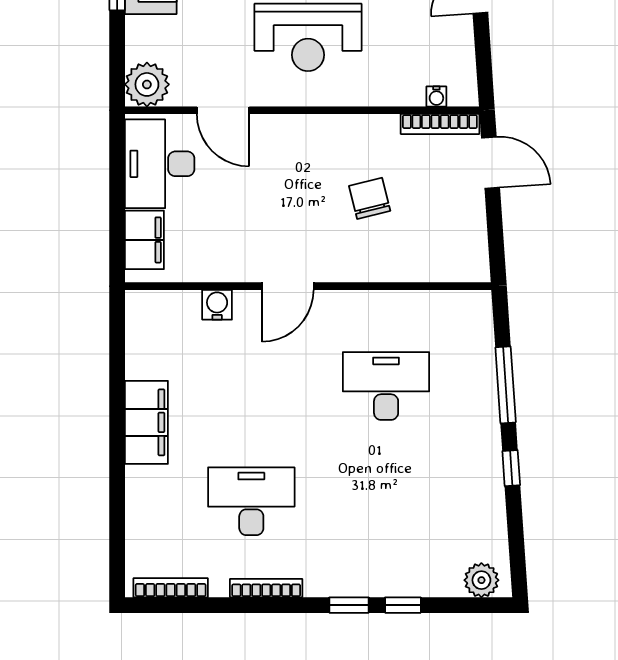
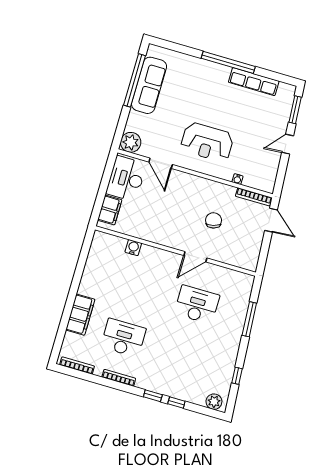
water cooler: (436, 96) -> (237, 179), moved
door: (288, 286) -> (195, 257), moved
filing cabinet: (146, 422) -> (80, 315), moved
window: (511, 468) -> (237, 376), moved

